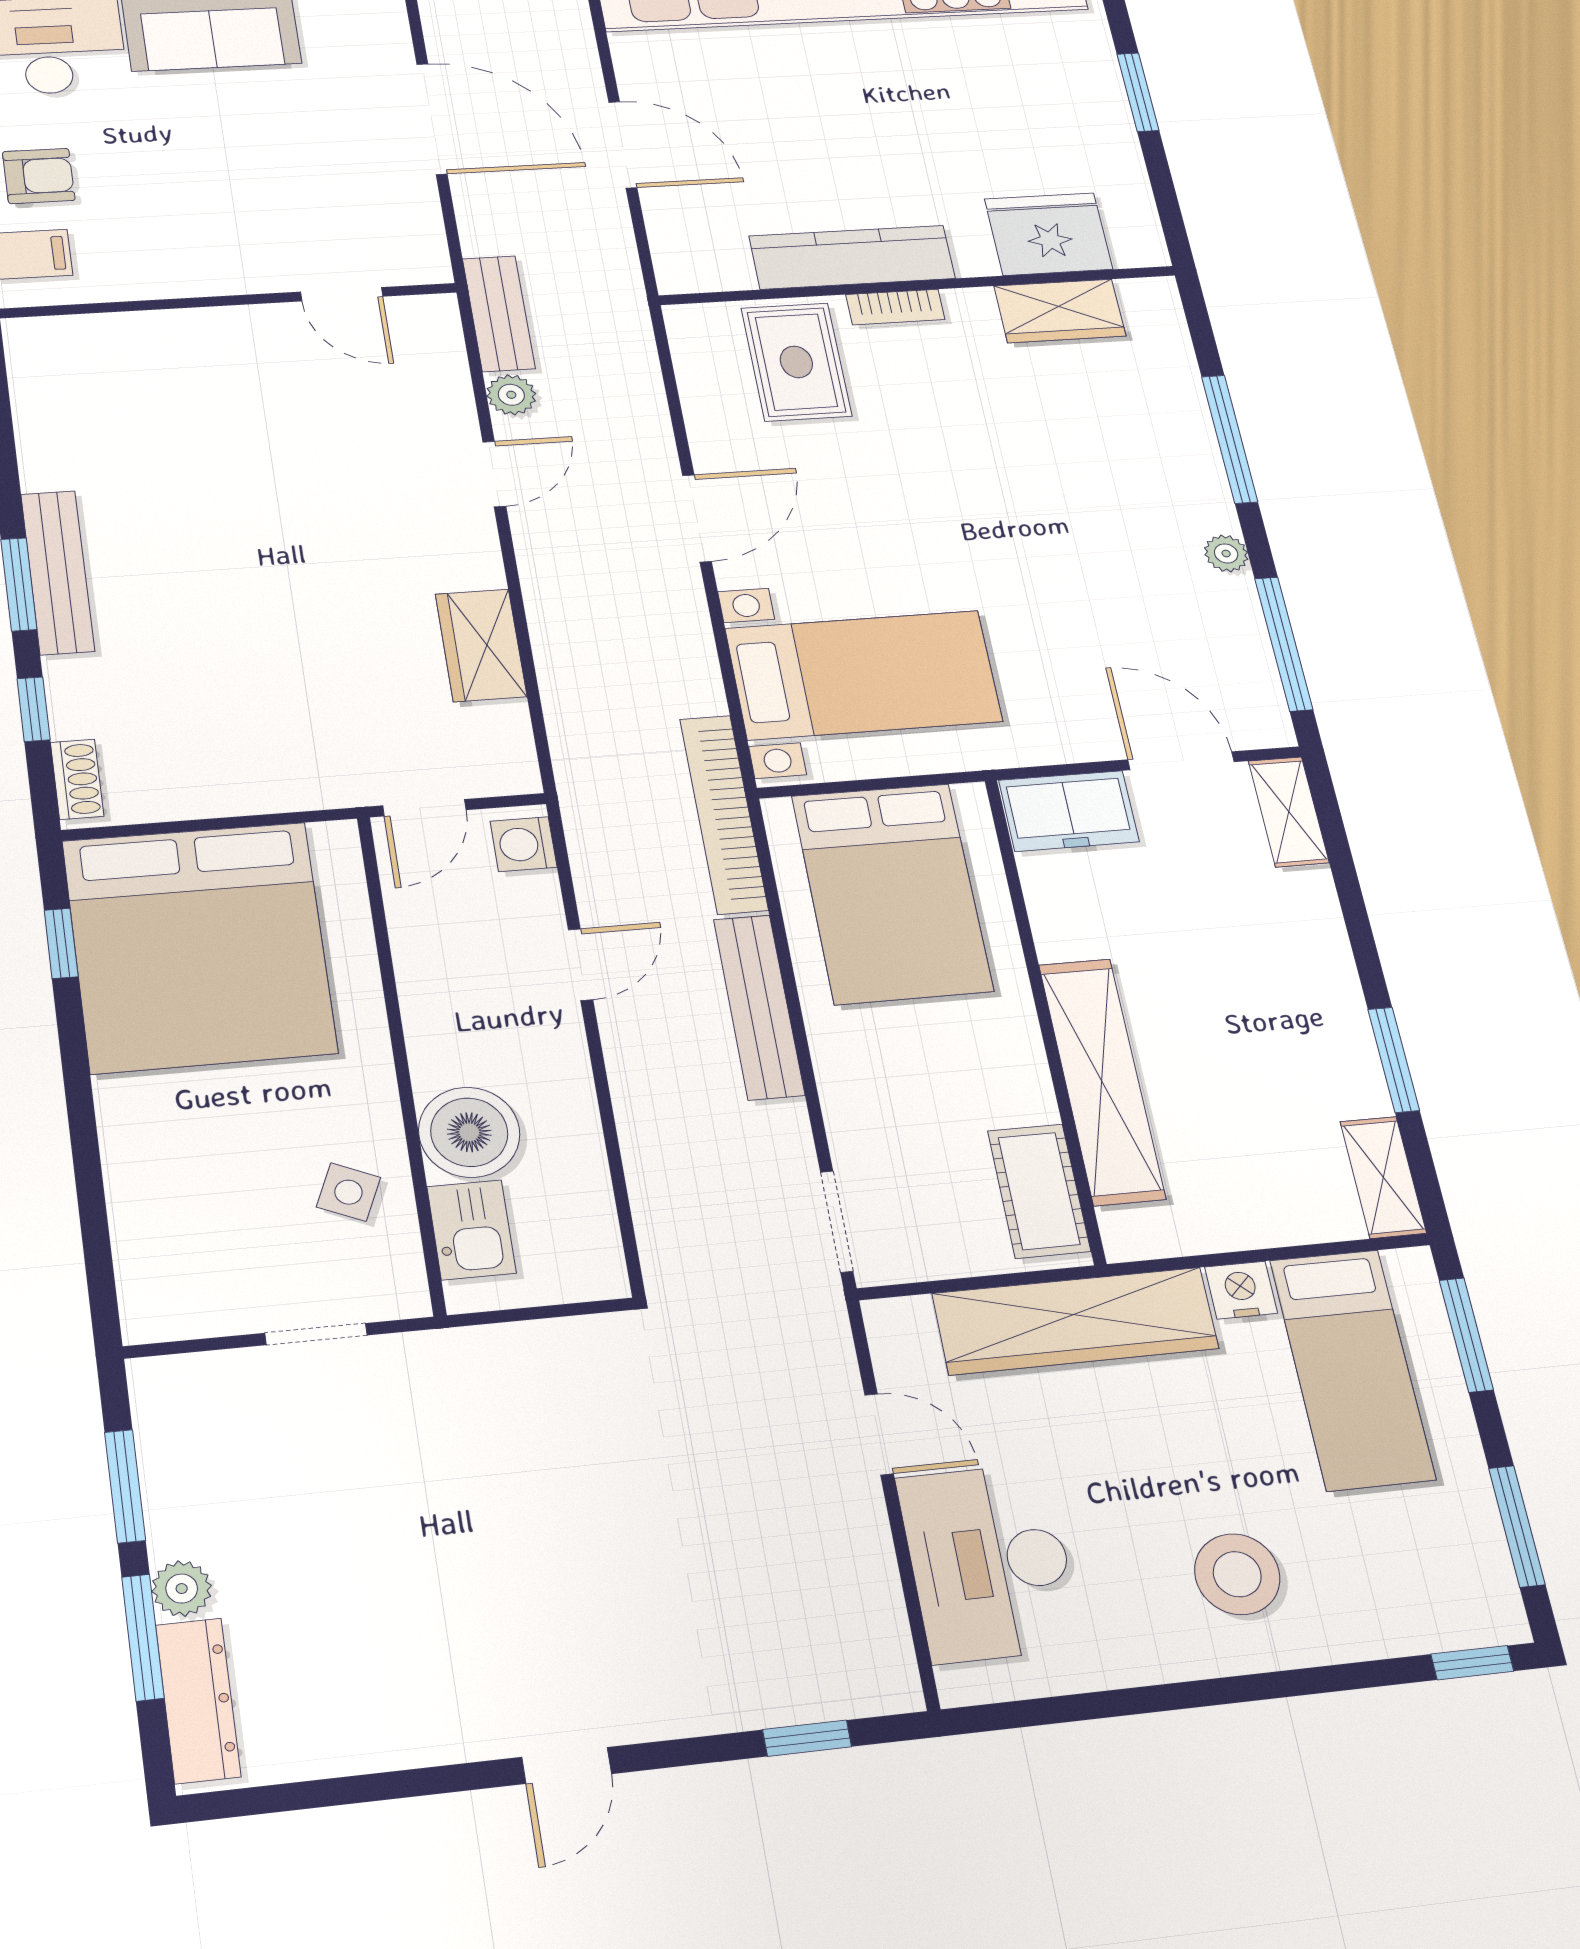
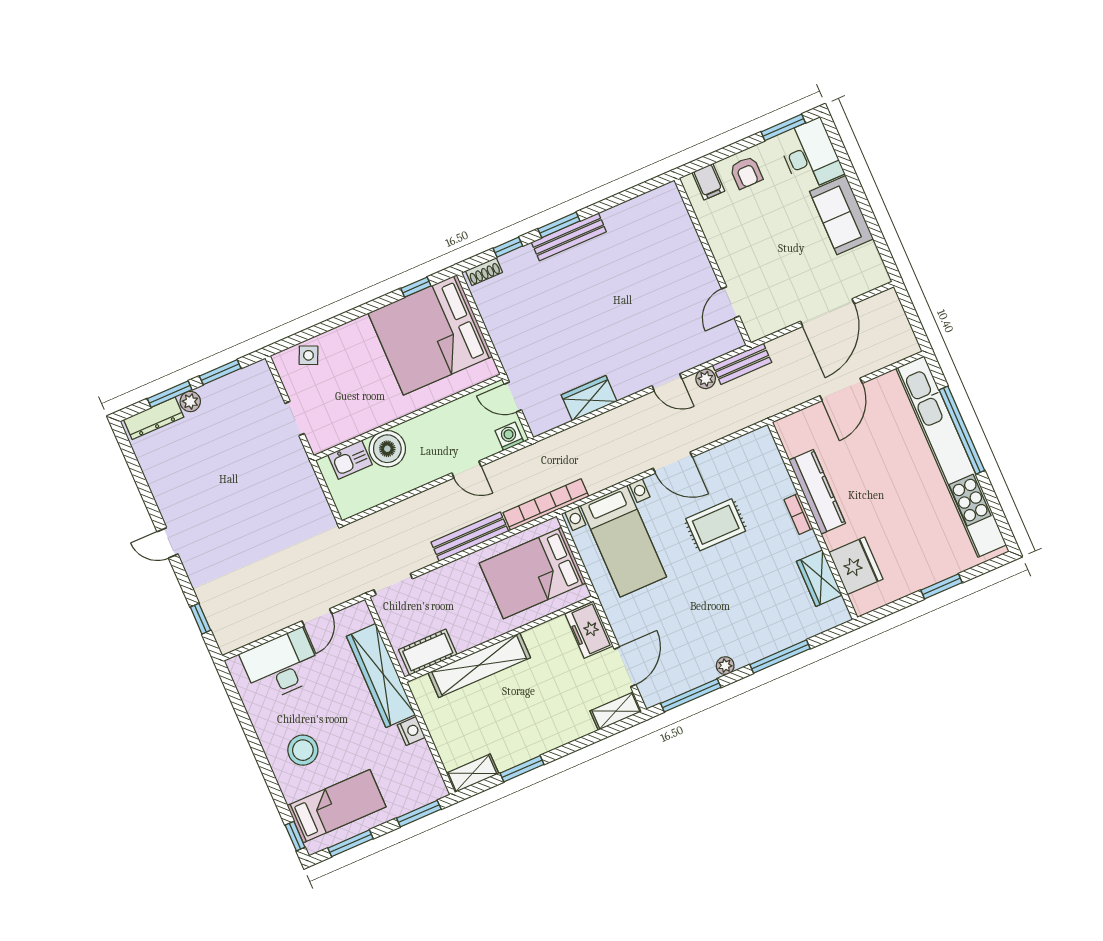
rug: (796, 362) -> (716, 525), moved
side table: (348, 1192) -> (308, 355), moved
bed: (1352, 1369) -> (337, 806), moved, turned 180

